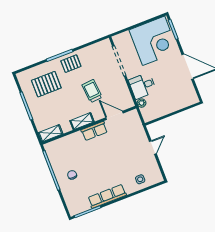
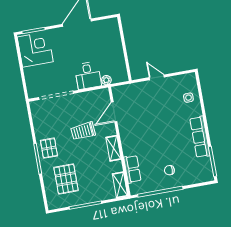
corner desk: (154, 41) -> (35, 49), width x0.74, depth x0.74
row of seats: (94, 131) -> (132, 169), moved

